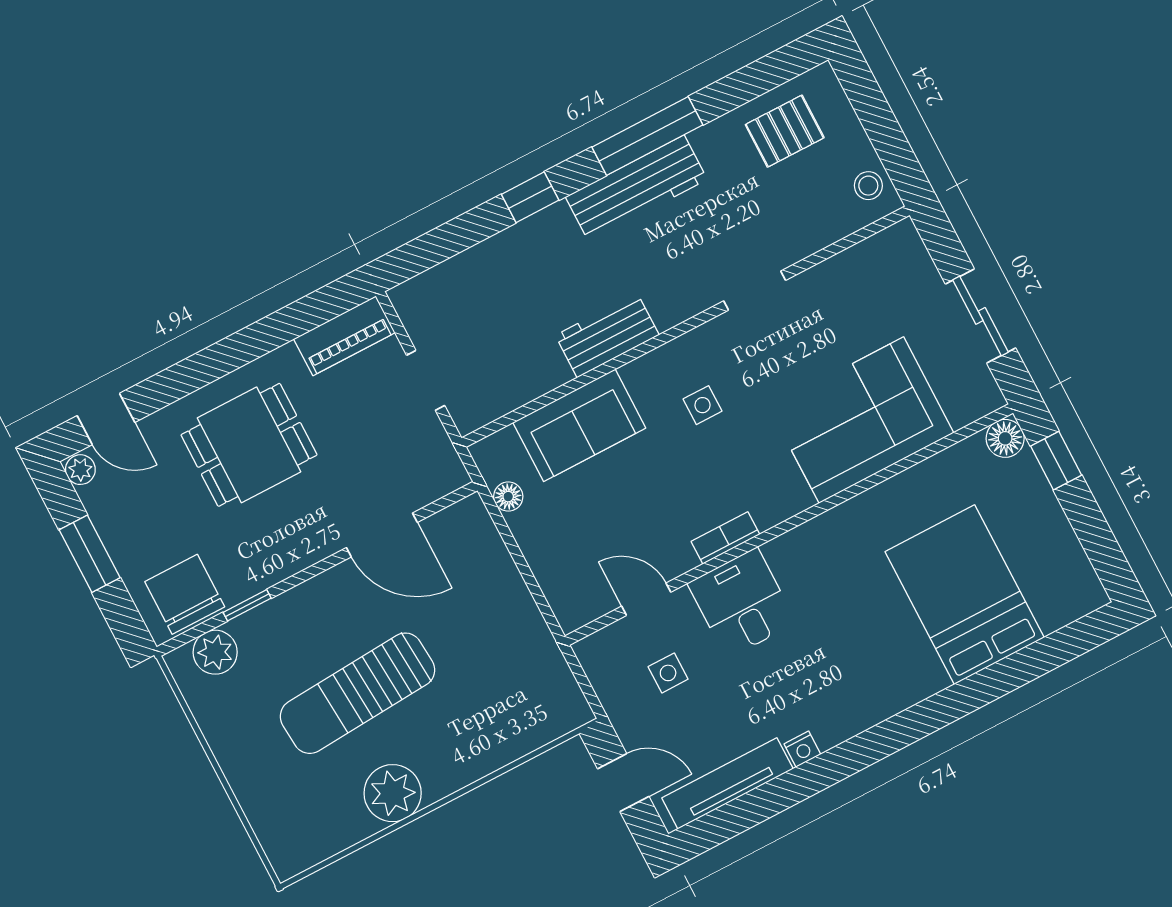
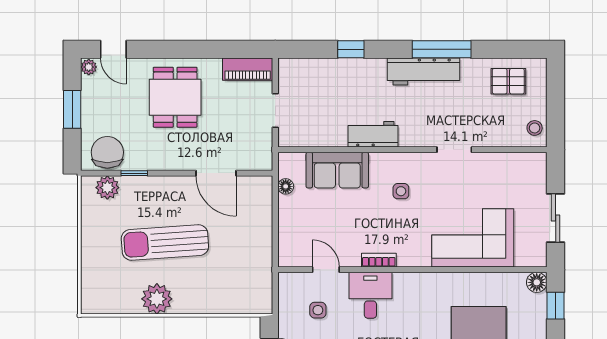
window: (530, 197) -> (351, 49), moved
dining table: (249, 445) -> (175, 97), turned 90

